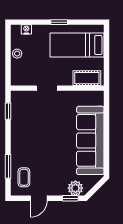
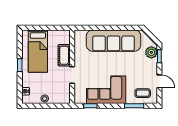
cot: (87, 78) -> (64, 55), moved
corner sofa: (28, 131) -> (106, 90), added

